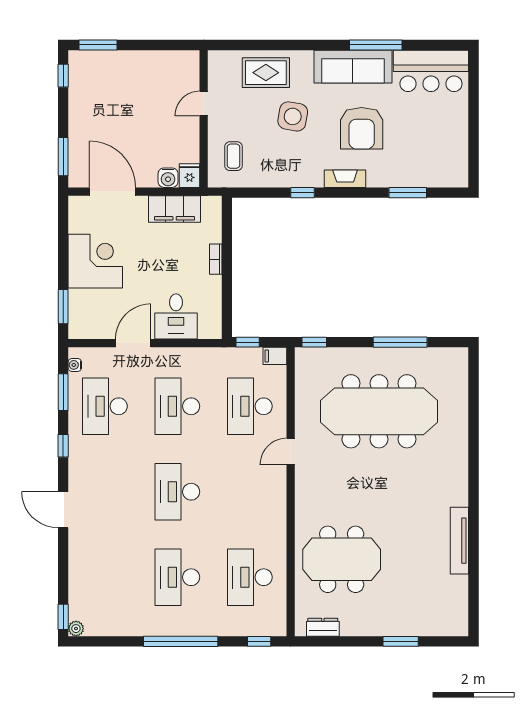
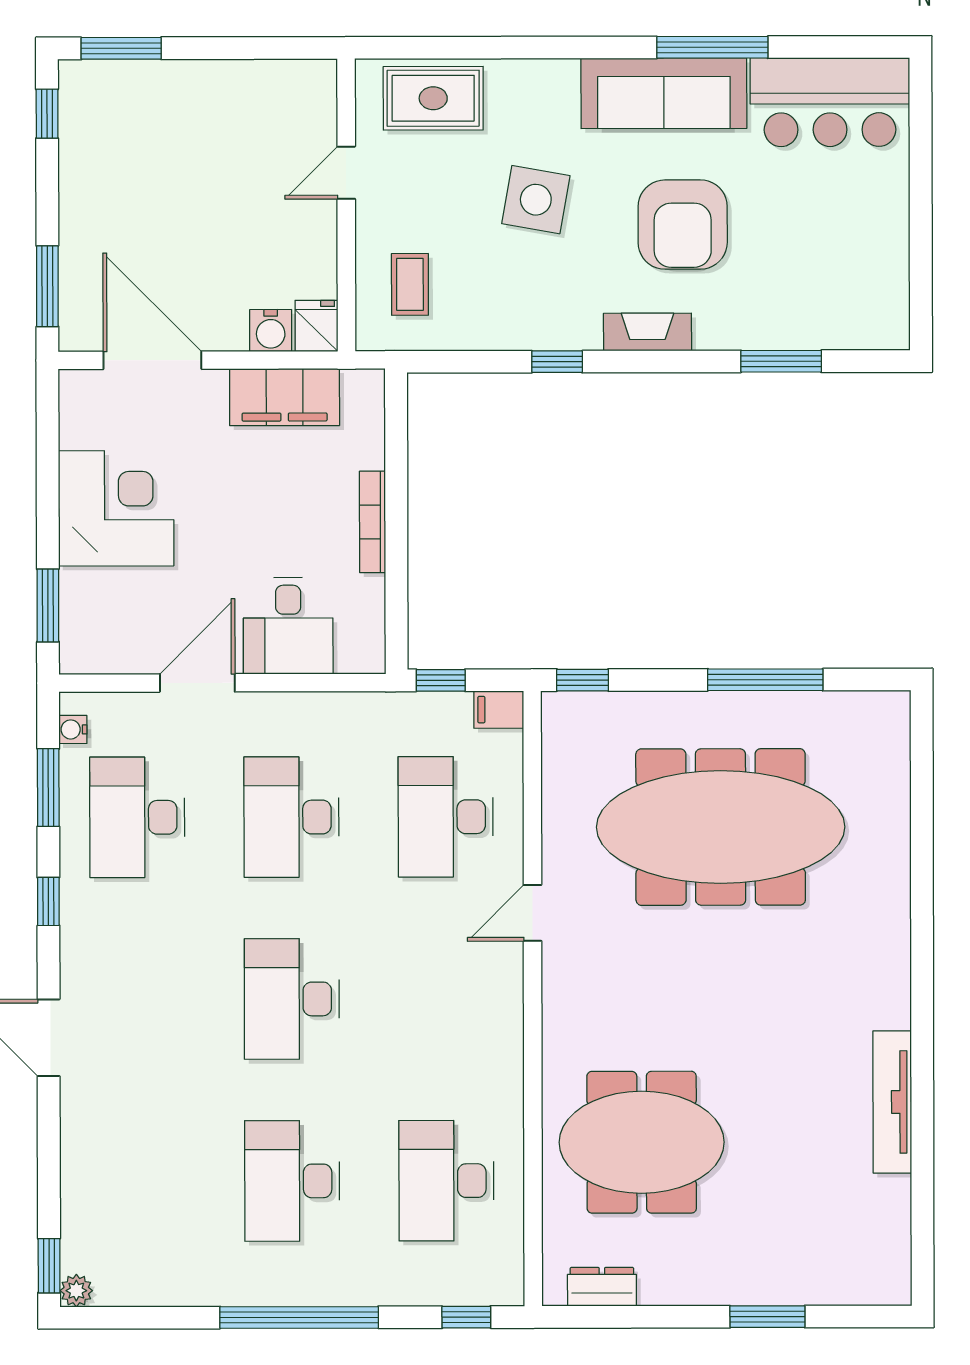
rug: (266, 73) -> (433, 98), moved
bookcase: (216, 259) -> (373, 522), width x1.56

